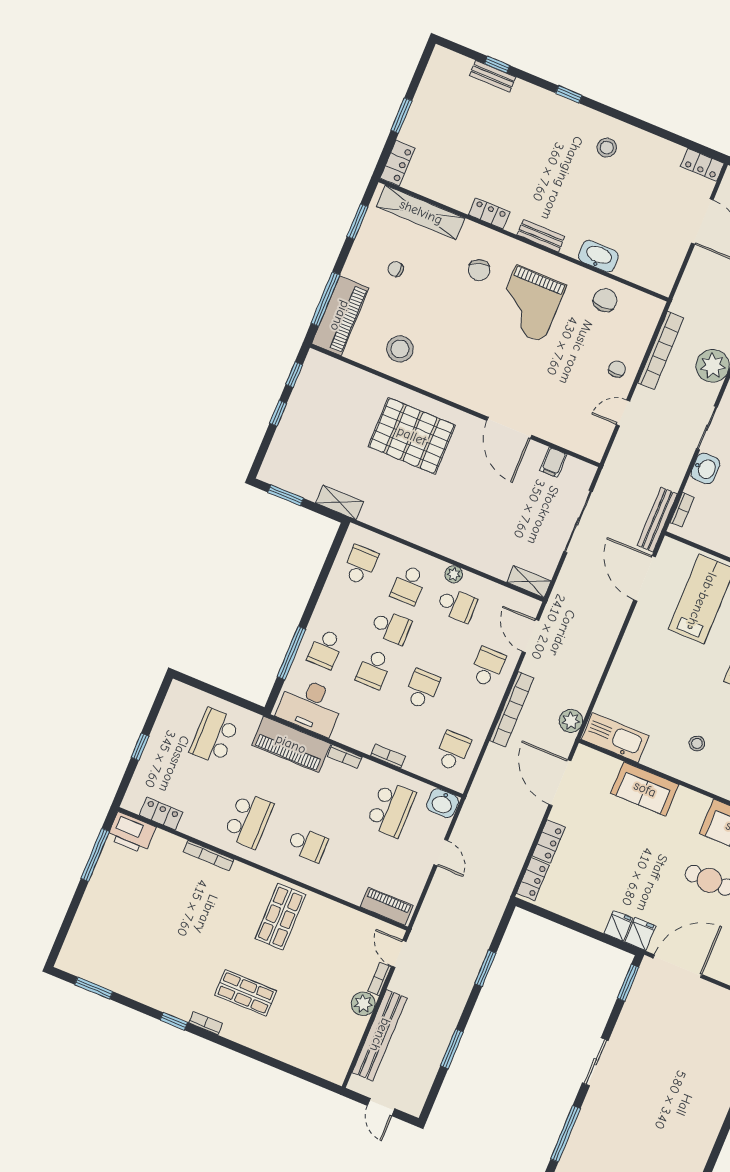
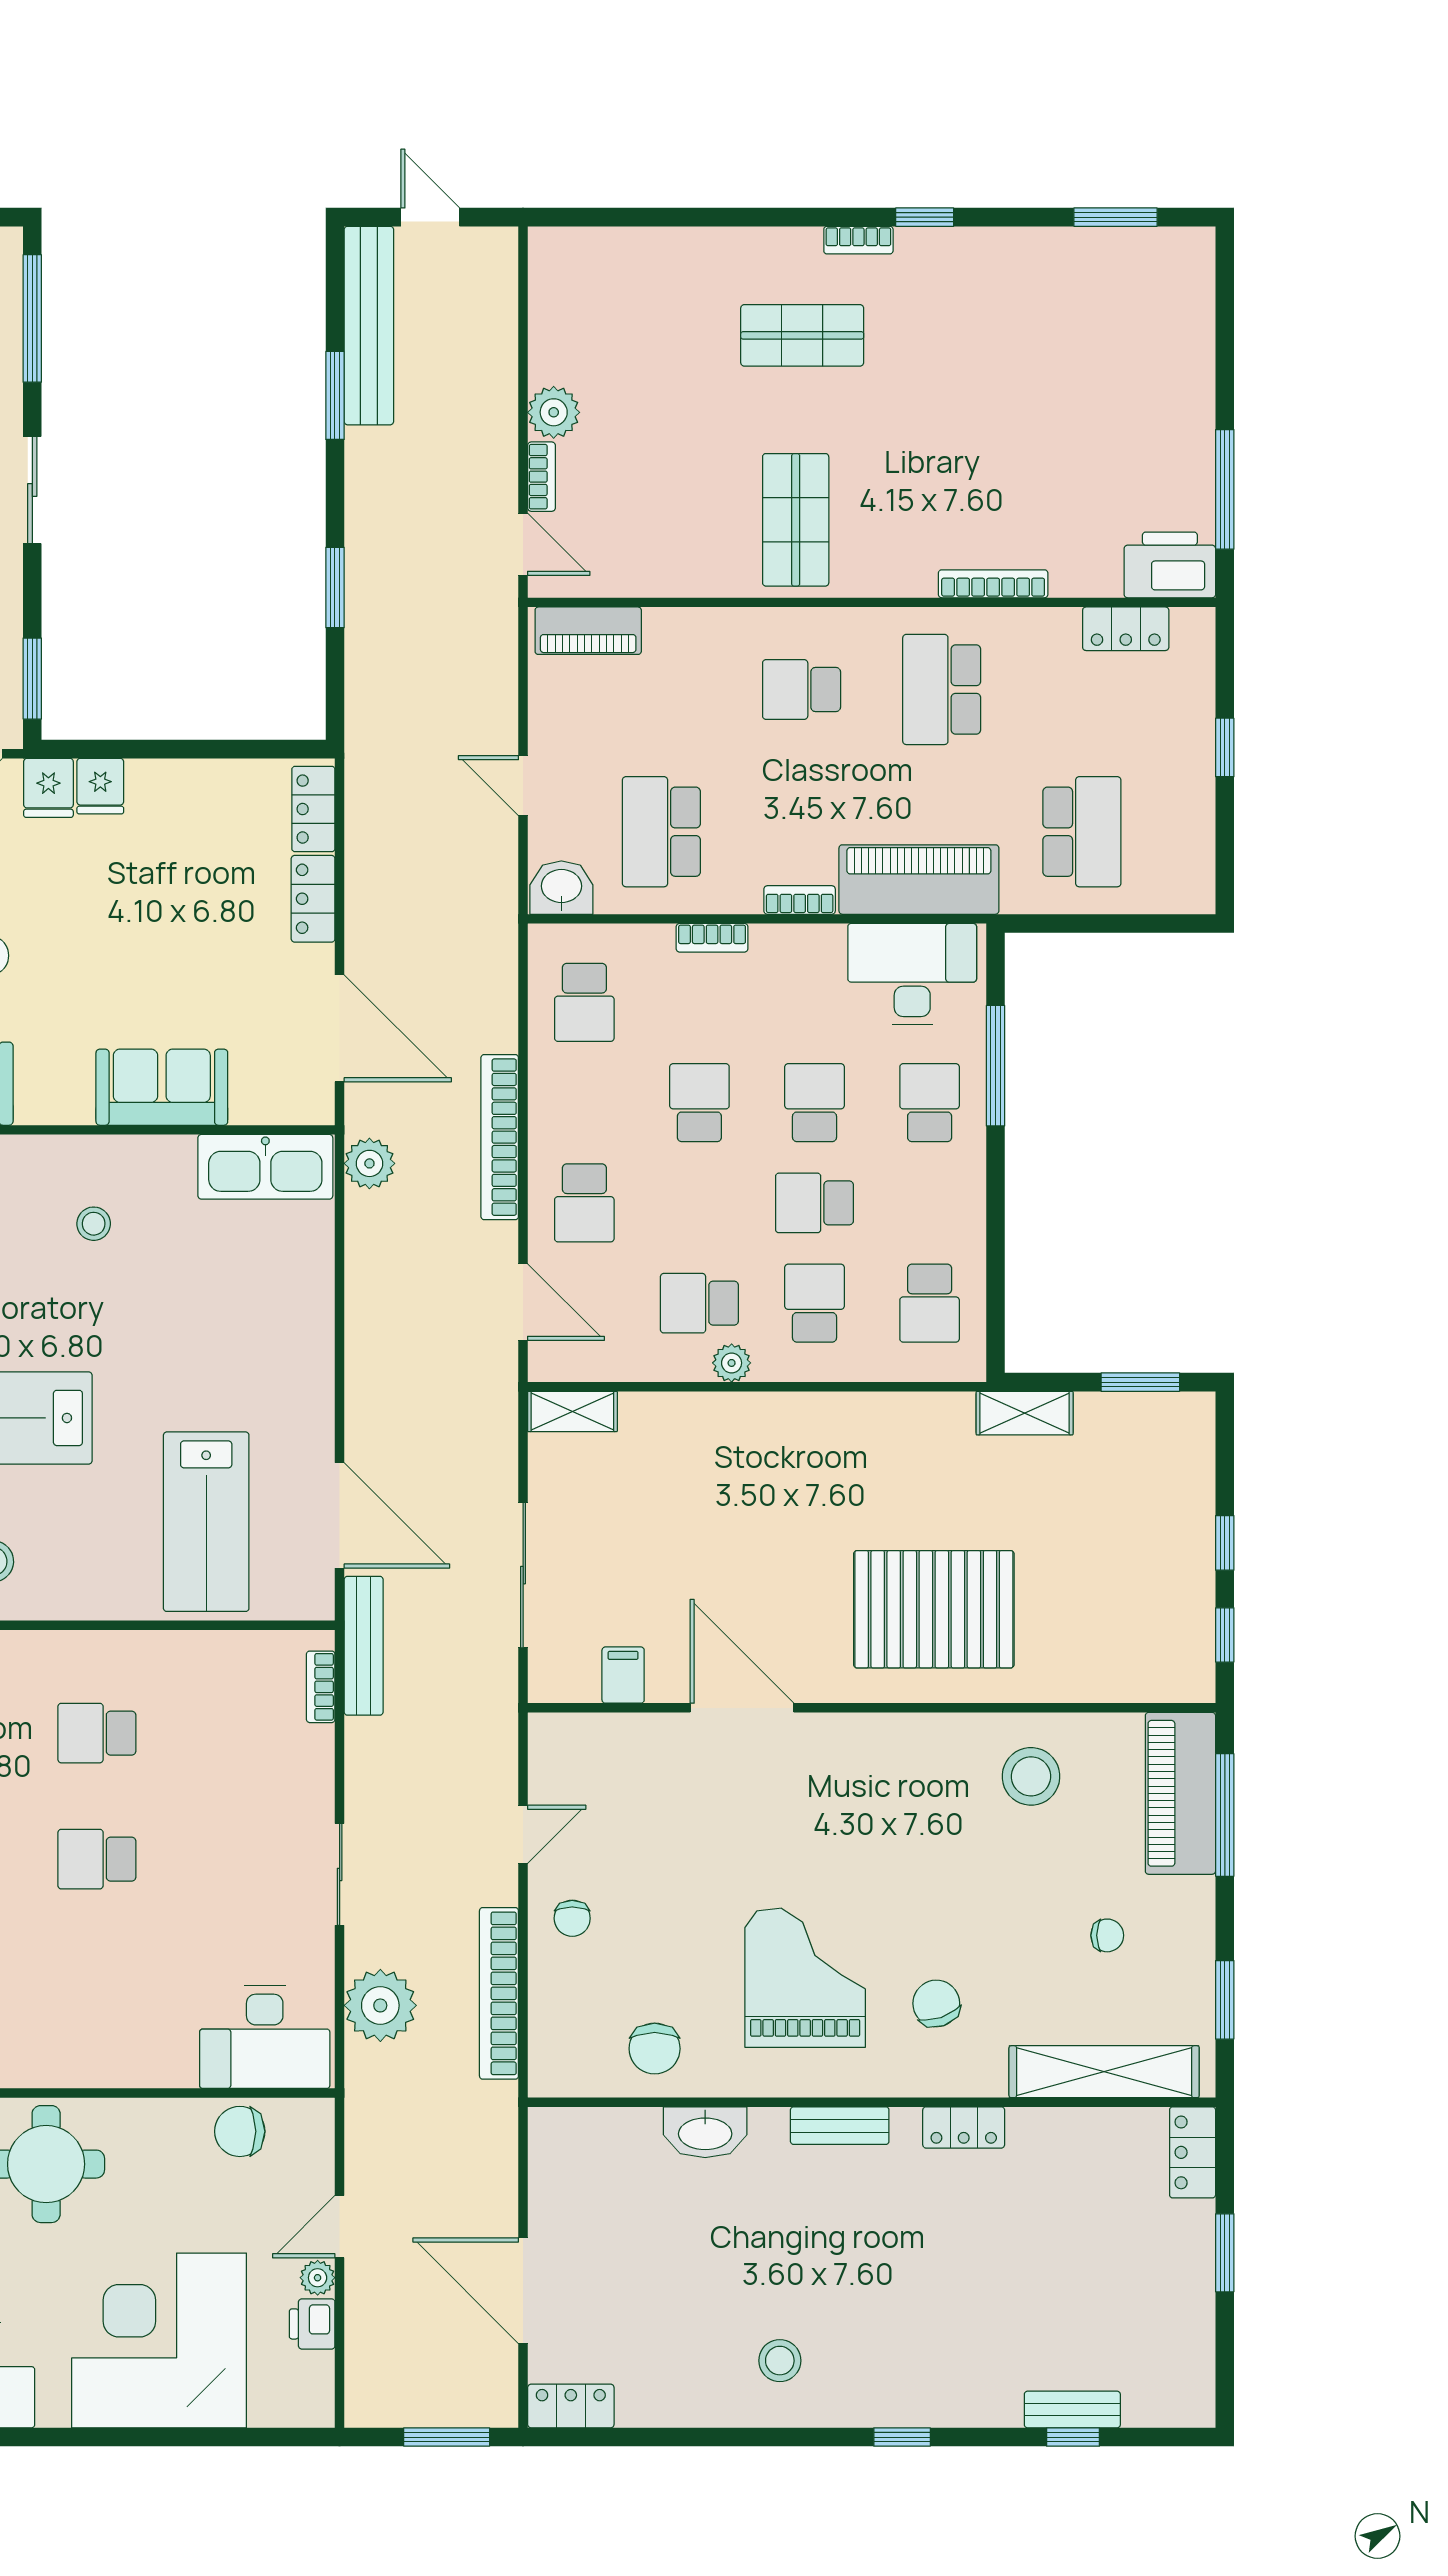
washbasin: (705, 468) -> (309, 1790), removed
school desk: (422, 689) -> (699, 1103), turned 180
bench: (380, 1035) -> (369, 326), moved

